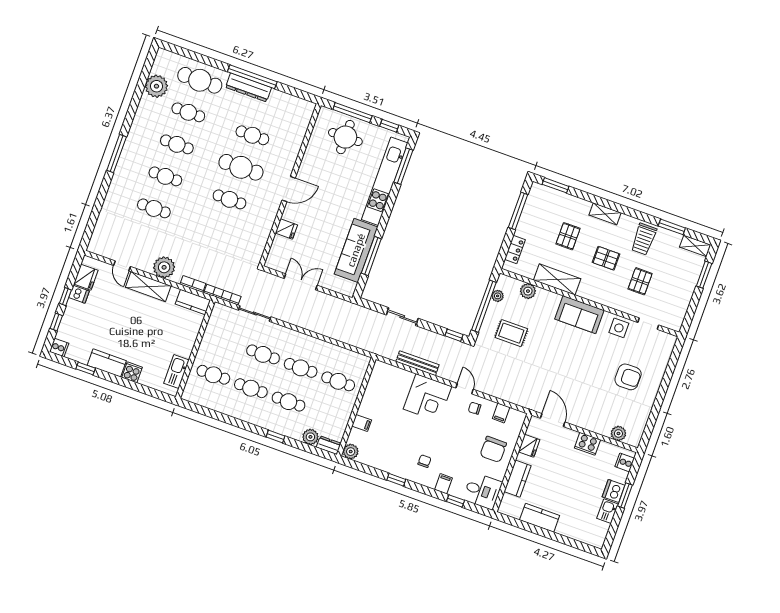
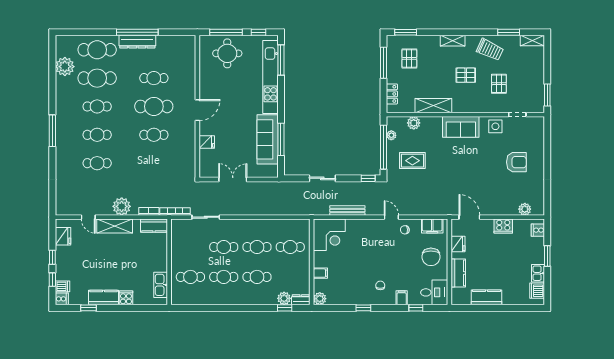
cafe table: (188, 112) -> (97, 78), width x1.37, depth x1.35
pallet: (568, 236) -> (409, 58), moved
trolley: (644, 239) -> (490, 50), turned -65
window: (704, 275) -> (547, 95), moved
dishwasher: (79, 294) -> (63, 286), moved
corner desk: (428, 398) -> (329, 235), moved
filing cabinet: (501, 413) -> (432, 226), width x2.00
window: (275, 437) -> (285, 308), moved
dishwasher: (614, 491) -> (537, 291), moved

